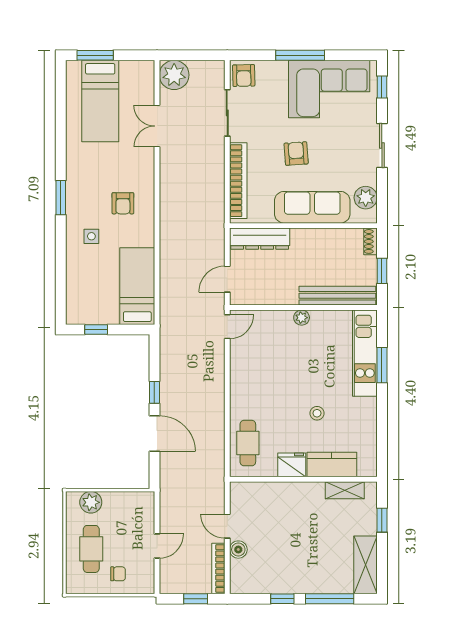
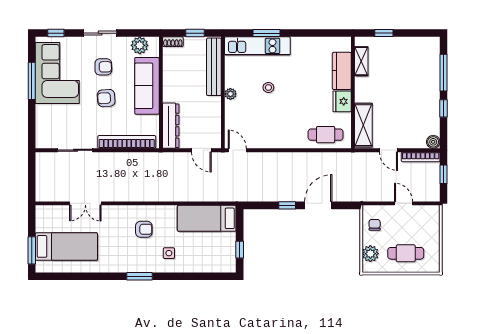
window: (300, 55) -> (32, 81), moved
plant: (174, 75) -> (47, 190), removed
armchair: (244, 76) -> (103, 67), moved
stool: (317, 413) -> (268, 87), moved
door: (227, 526) -> (388, 150), hinge flipped
boiler: (238, 550) -> (433, 142), moved
shelving: (365, 565) -> (363, 125), moved, turned 90
chair: (118, 574) -> (375, 225), moved

